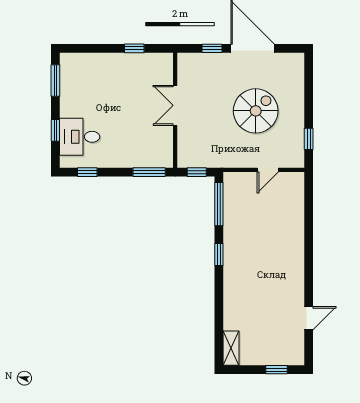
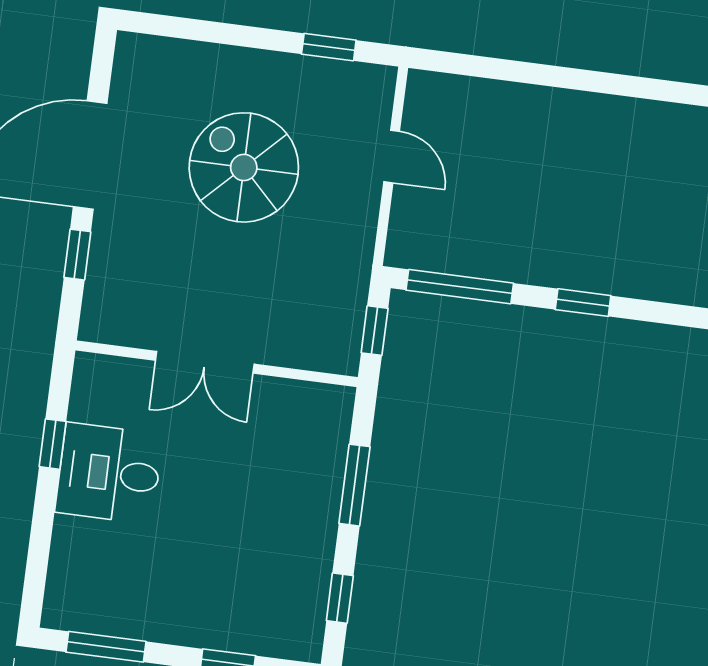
desk: (80, 137) -> (109, 473), moved, turned 90
window: (149, 172) -> (354, 485), moved

